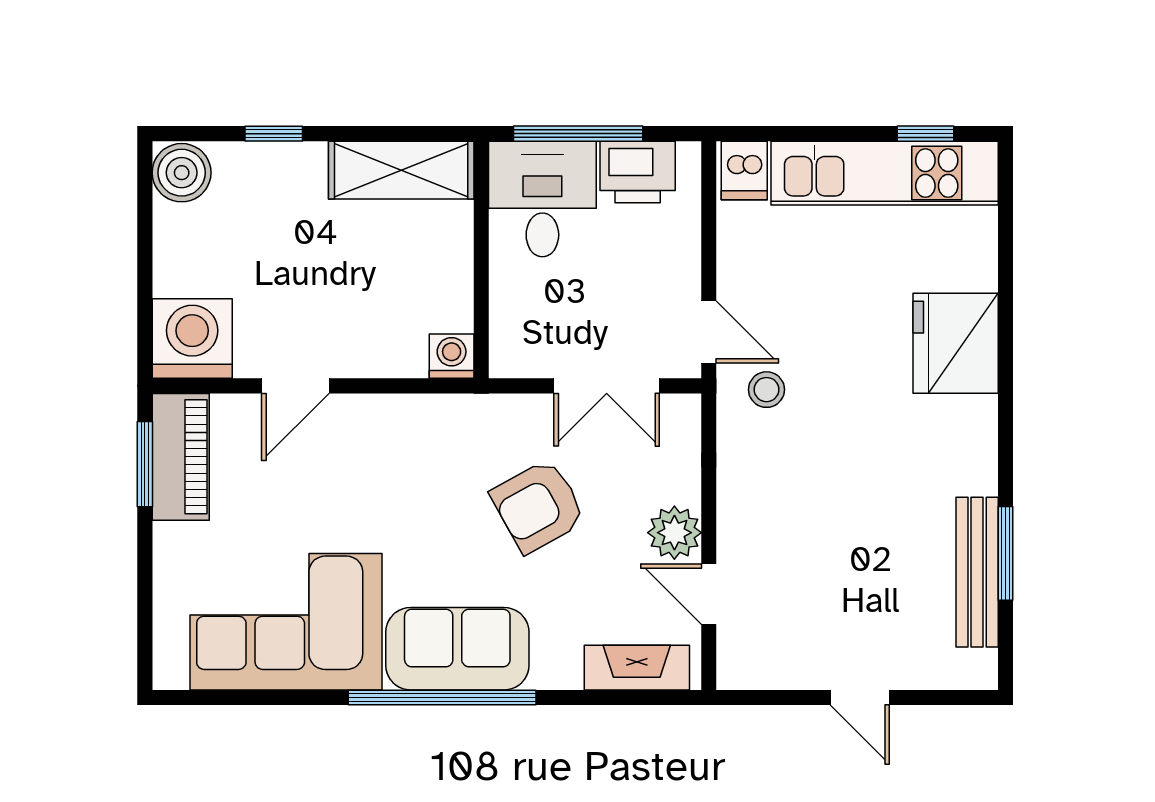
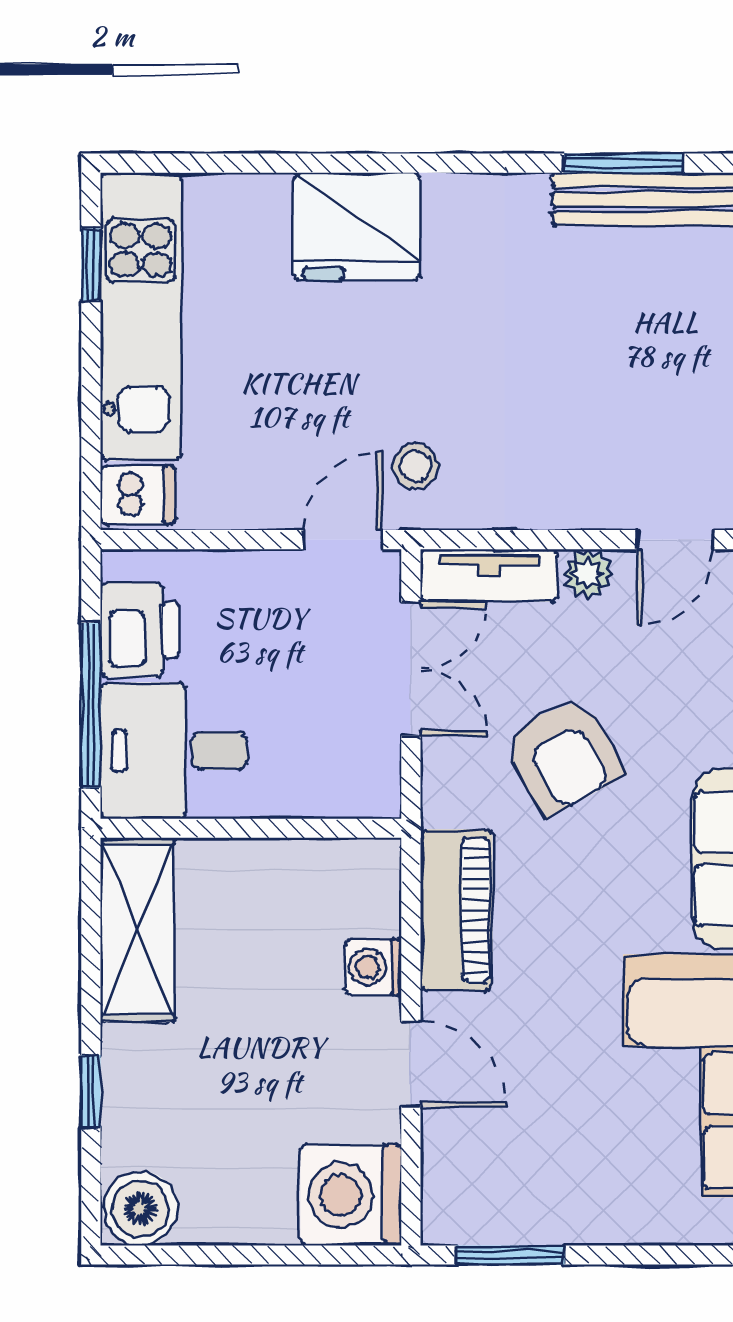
washing machine: (452, 356) -> (373, 967), moved
tv unit: (681, 448) -> (489, 575), added
piano: (181, 457) -> (456, 910), moved, turned 90
plant: (674, 533) -> (588, 574), width x0.73, depth x0.73

